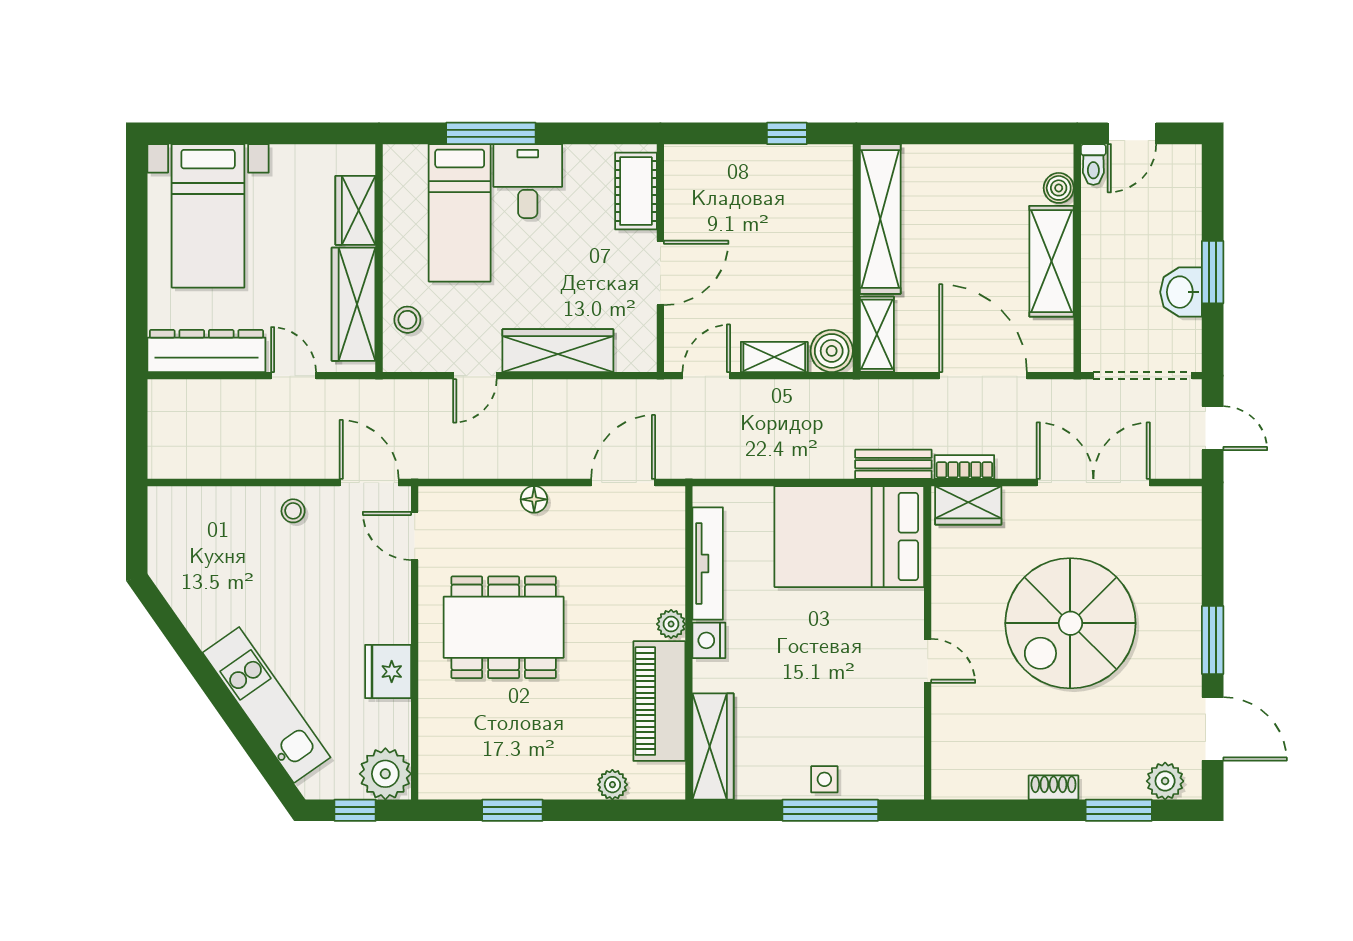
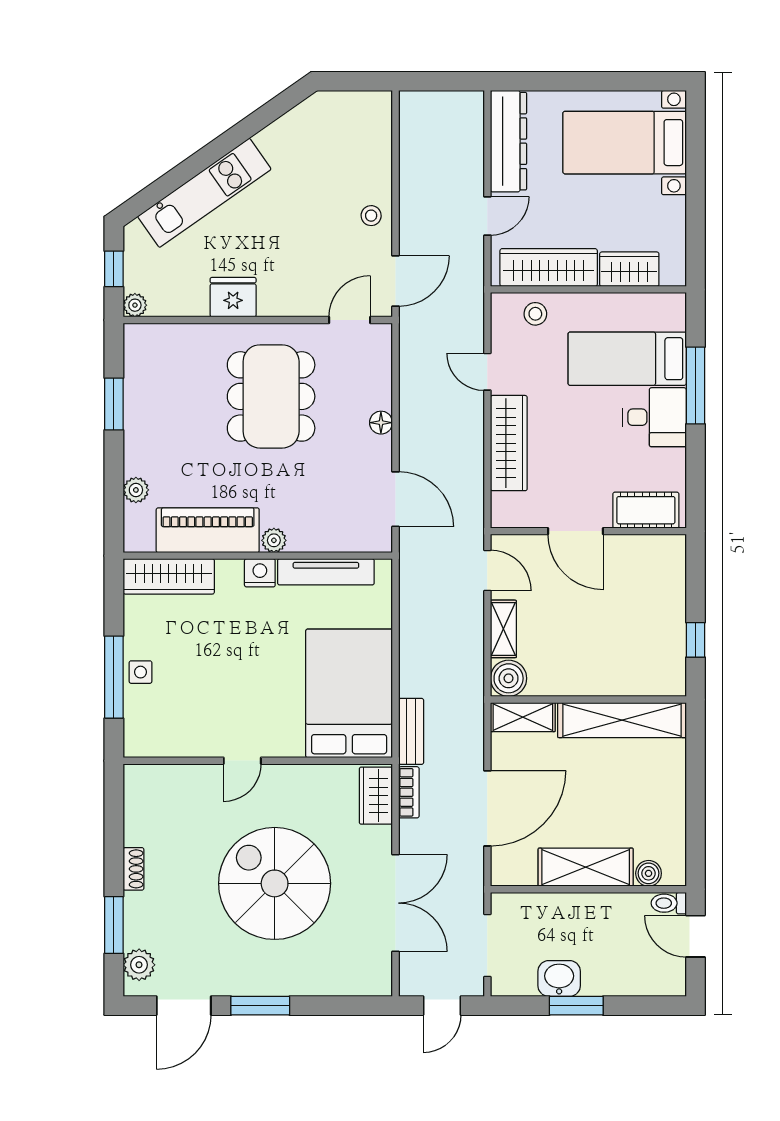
doorway: (1143, 376) -> (487, 946), width x0.73
plant: (385, 774) -> (135, 305), width x0.53, depth x0.53

